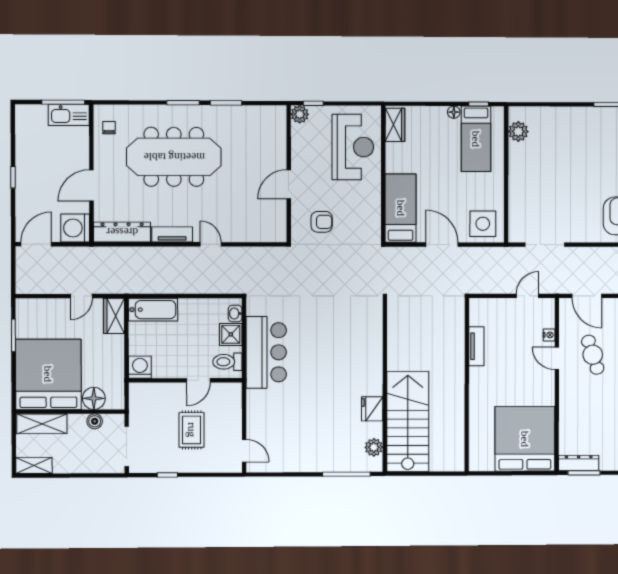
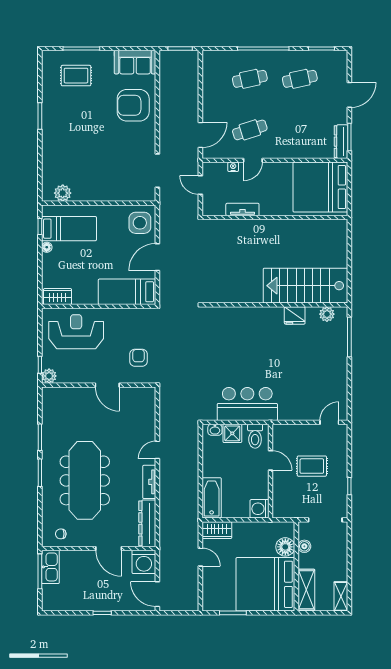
tv unit: (476, 346) -> (242, 210), moved
wall: (467, 385) -> (275, 218), moved

